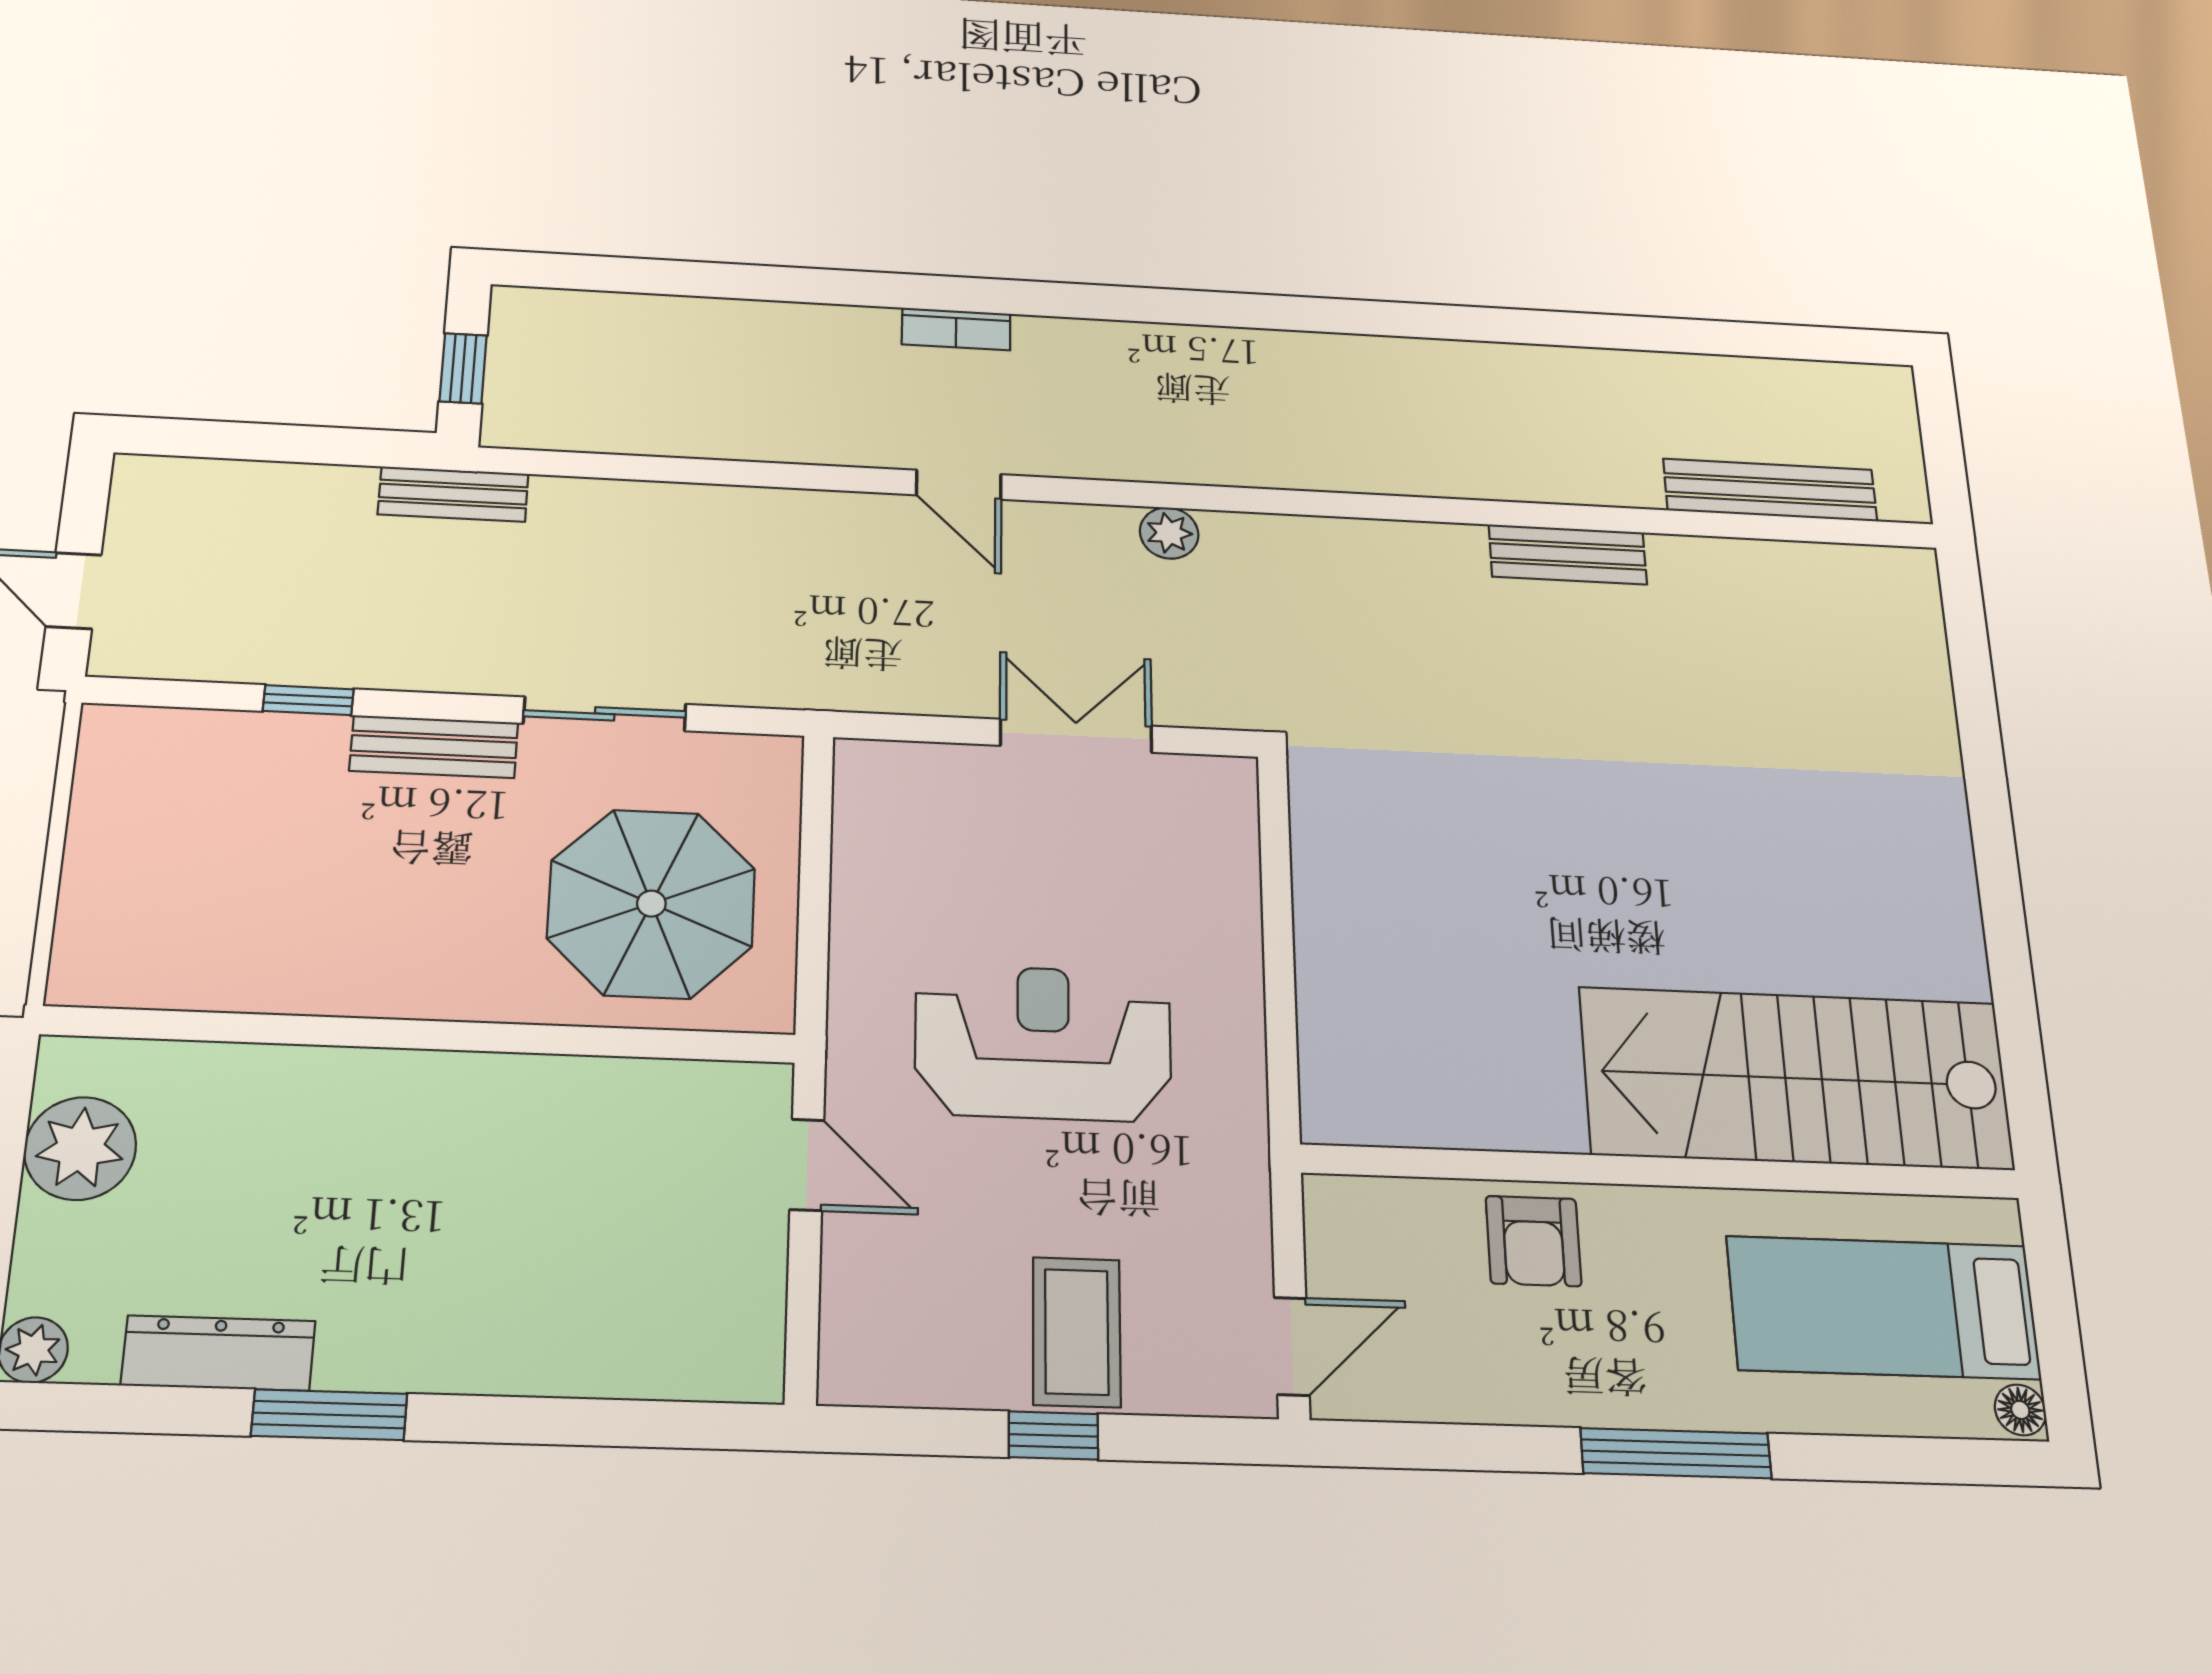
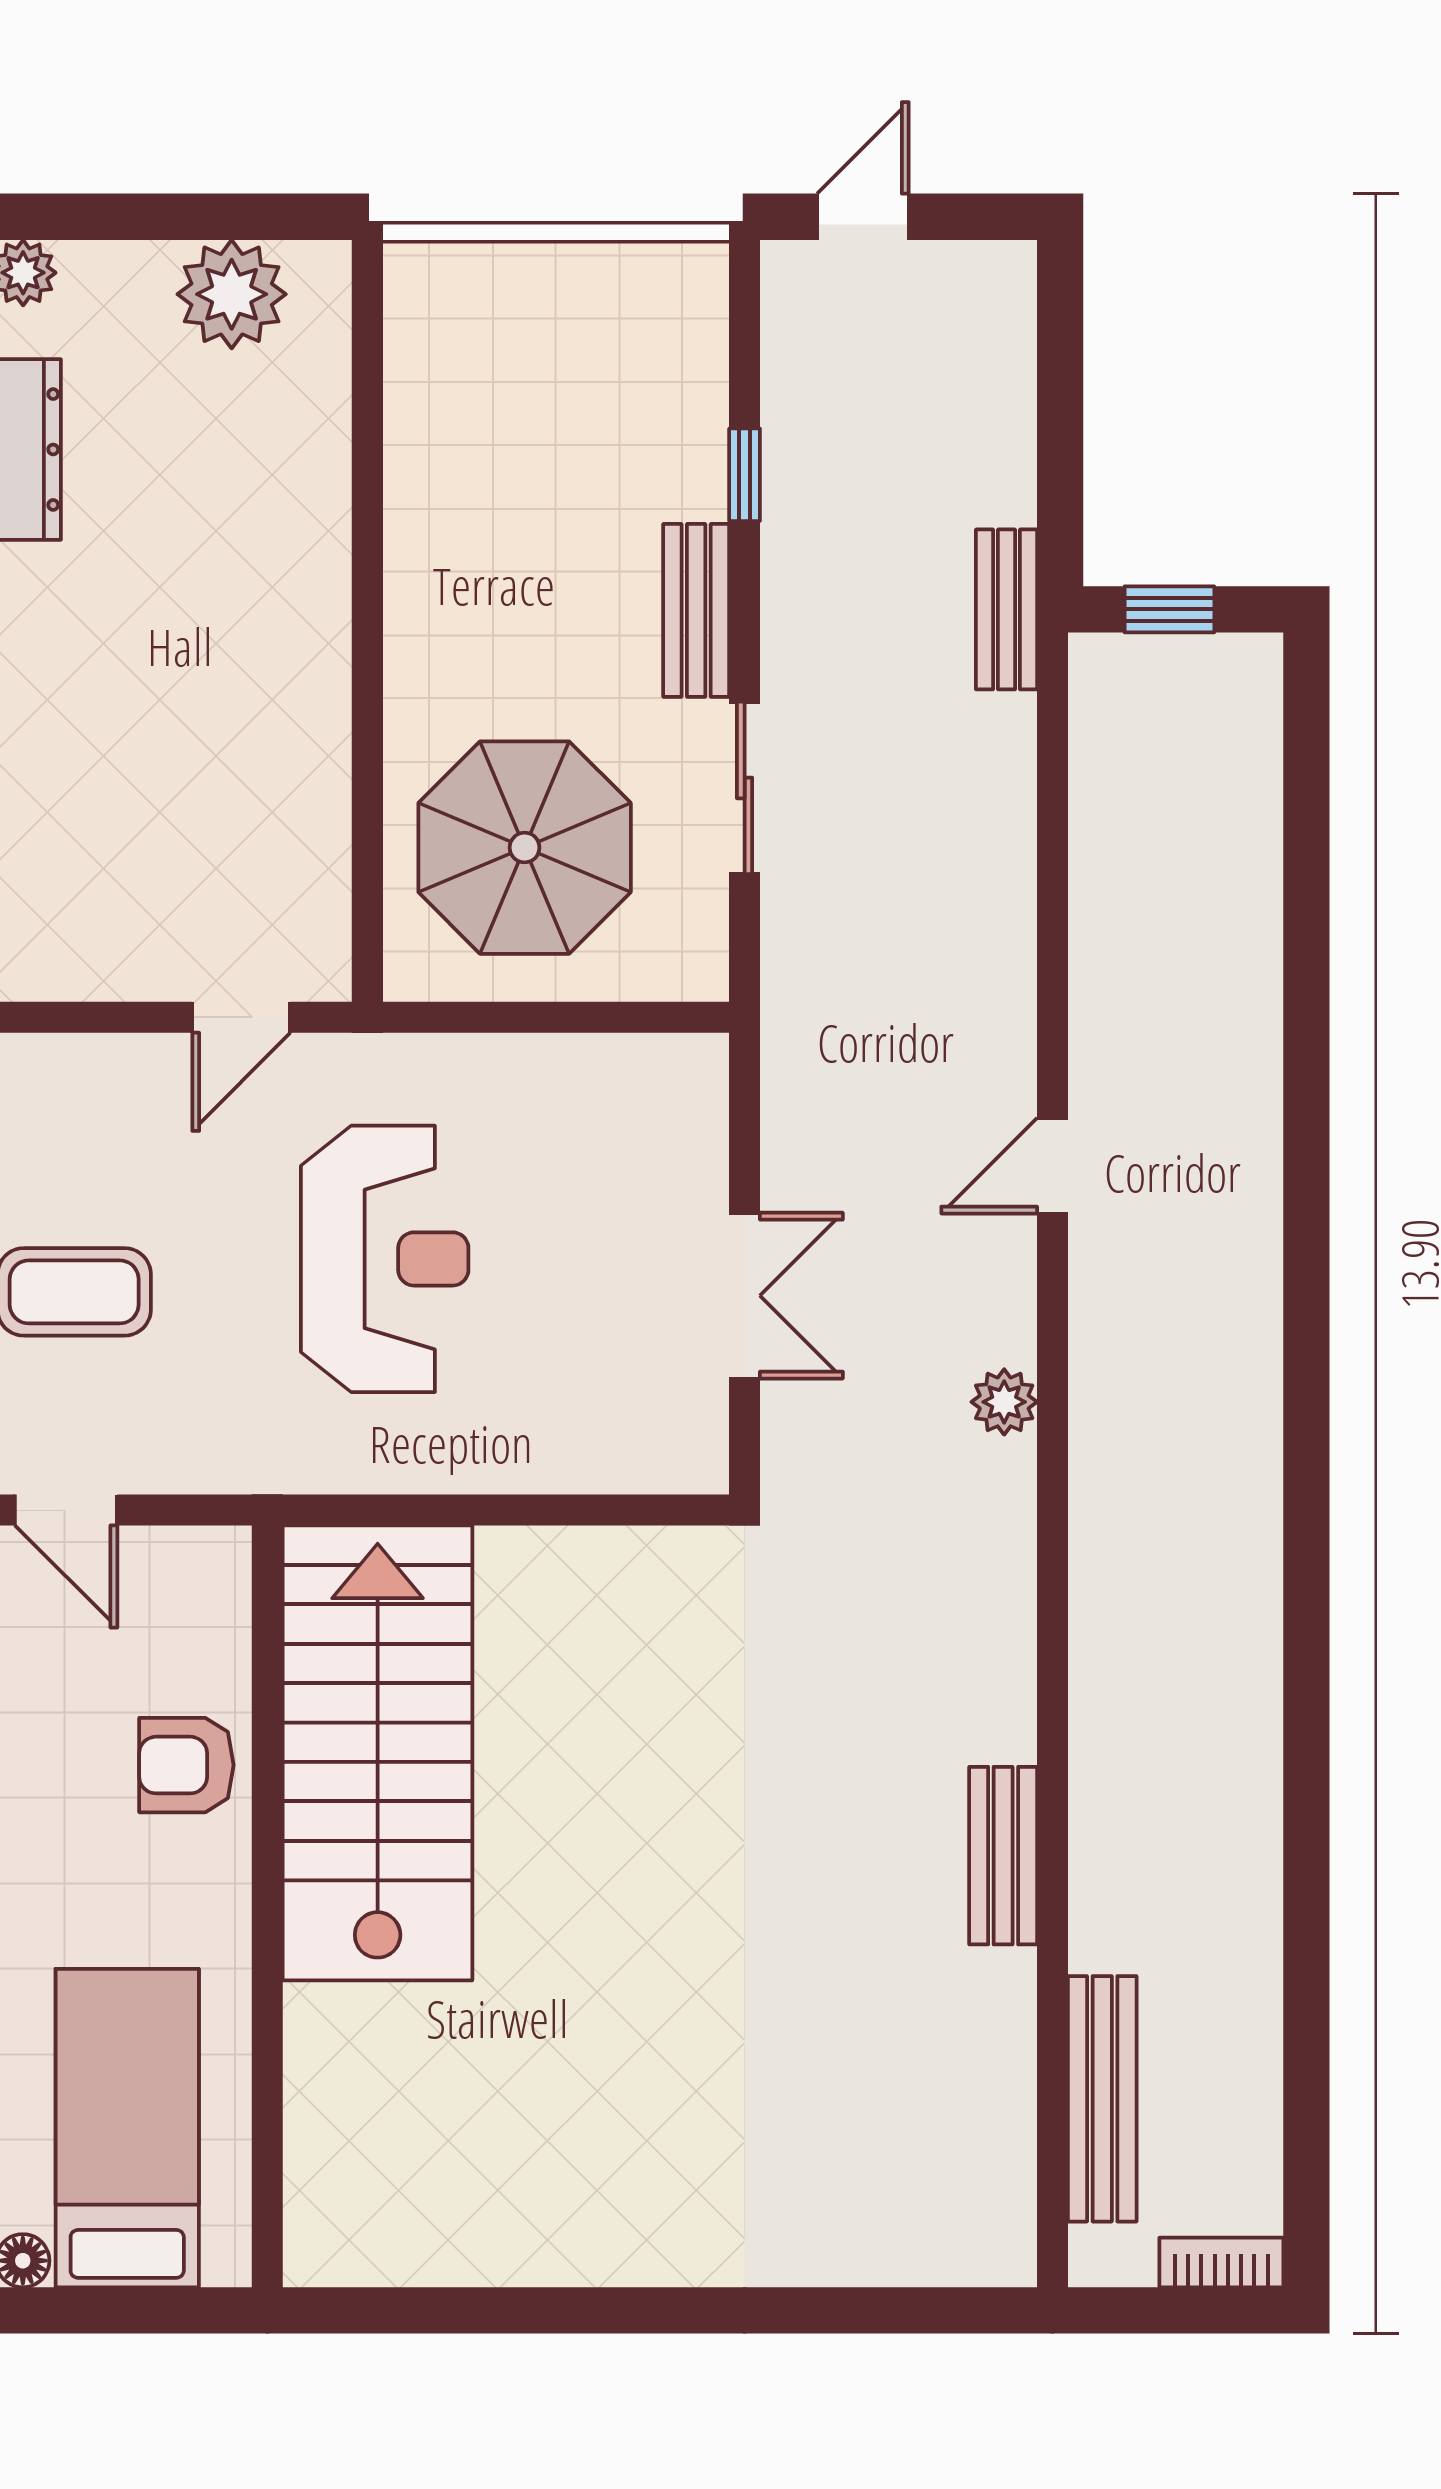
bookcase: (956, 329) -> (1221, 2263), moved, turned 90
stairs: (1796, 1078) -> (378, 1753), moved

